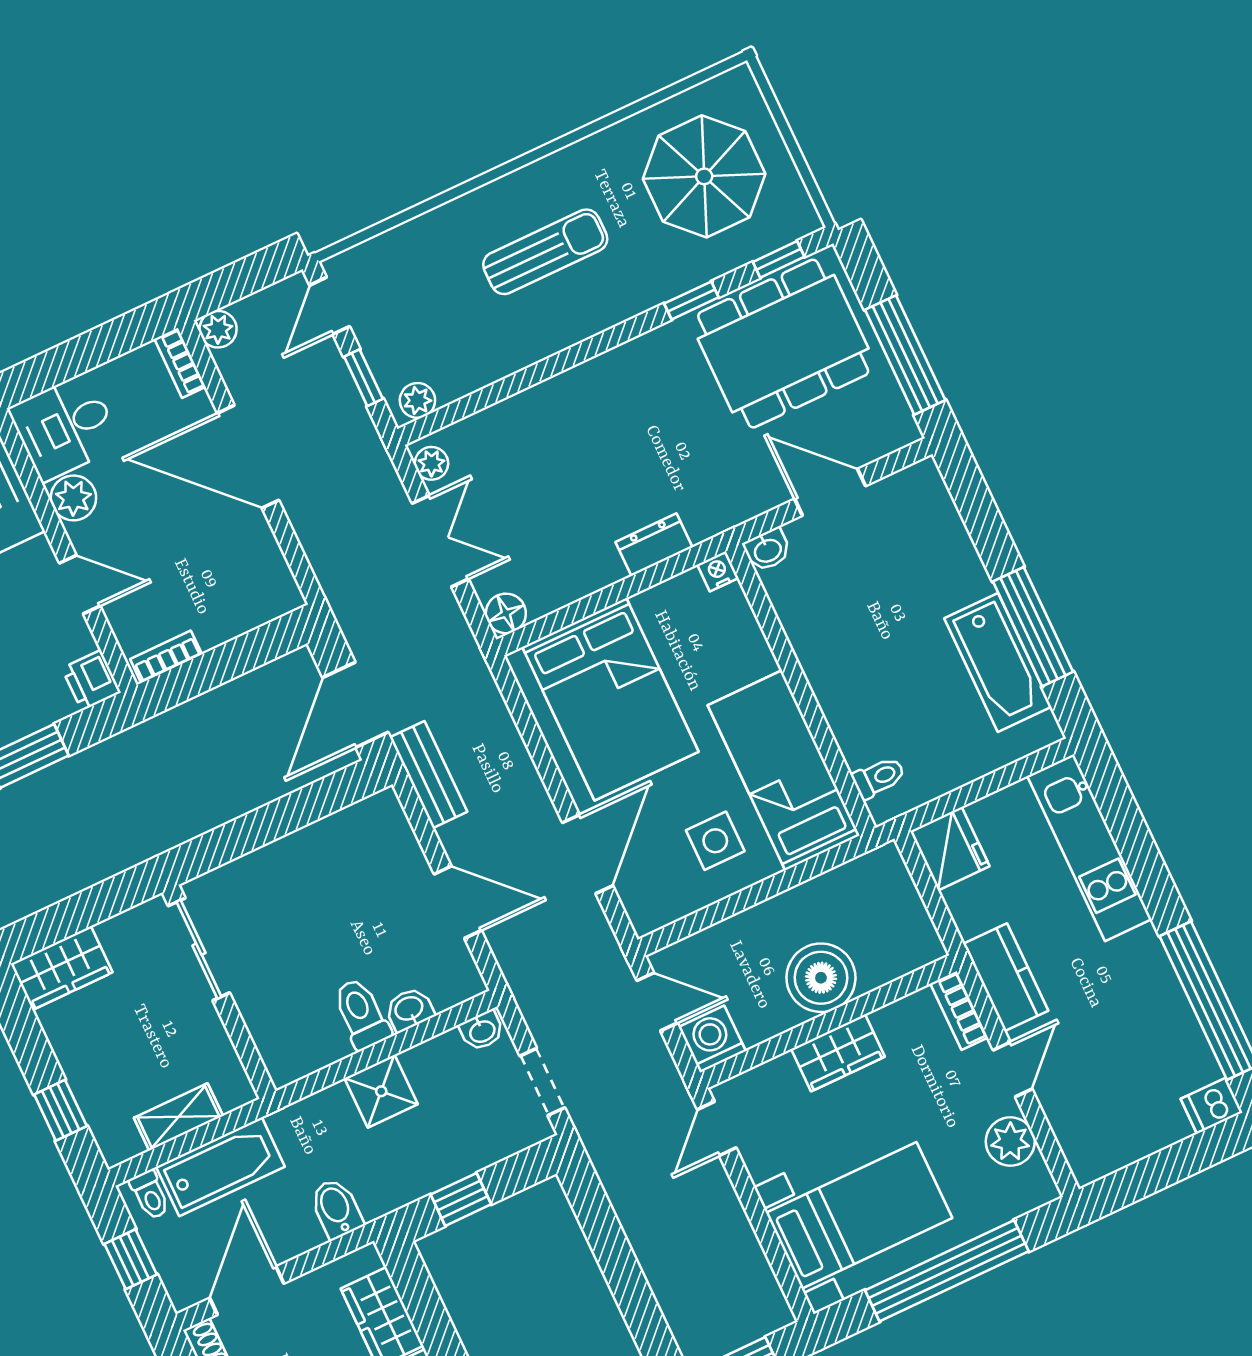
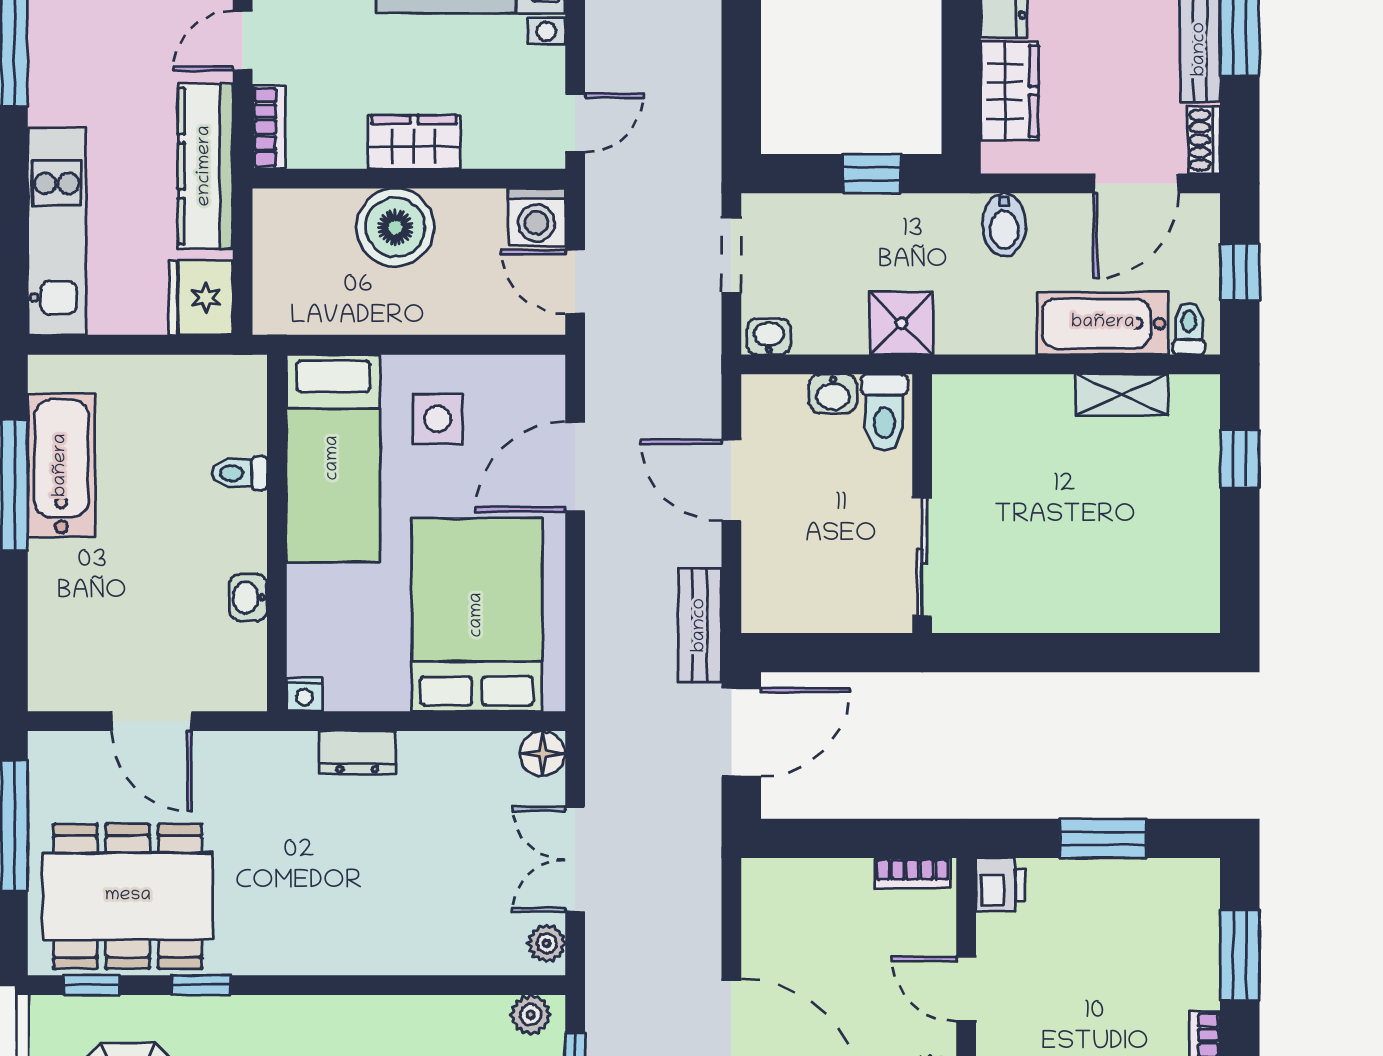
washbasin: (767, 550) -> (248, 597), moved, turned -90
toilet: (879, 777) -> (239, 473), moved
sliding door: (199, 949) -> (922, 557), moved
wardrobe: (62, 968) -> (1170, 604), removed
kitchen counter: (1006, 977) -> (205, 166), width x1.50
wall: (219, 992) -> (922, 504), moved

